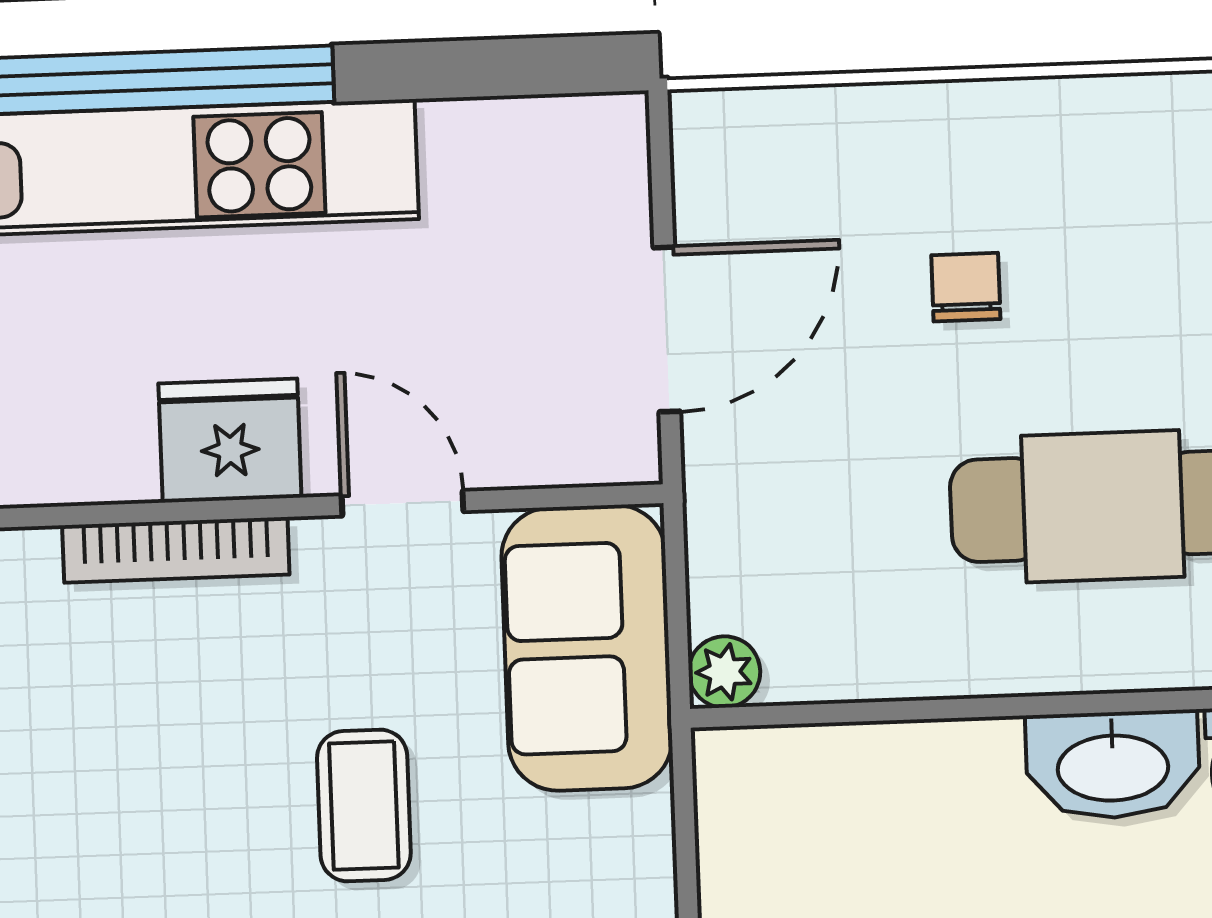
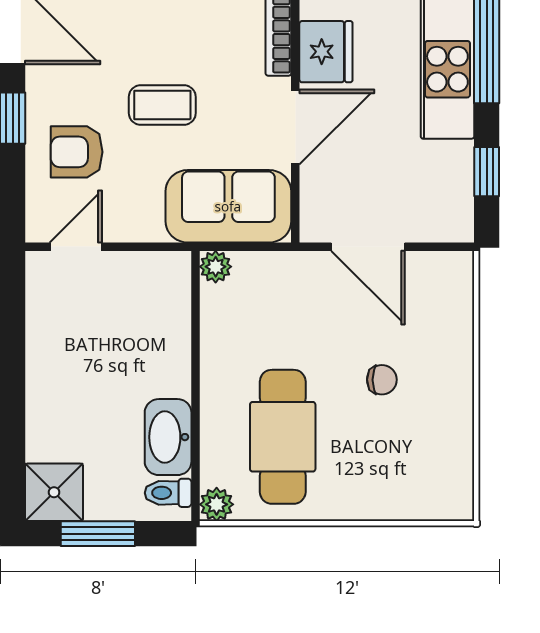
window: (487, 68) -> (487, 172), added
door: (403, 503) -> (295, 127), width x1.38

